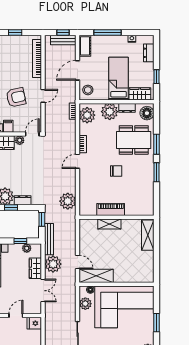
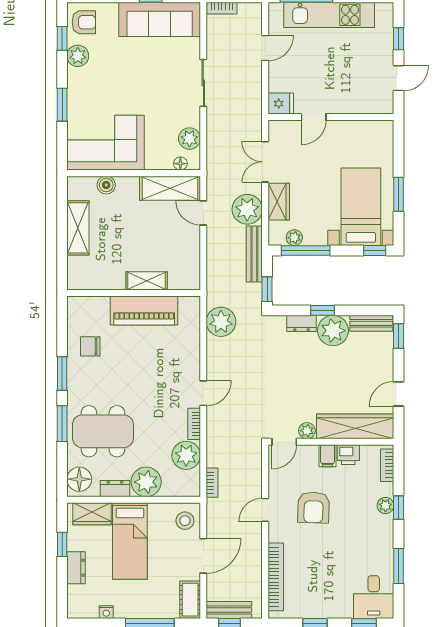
dresser: (149, 53) -> (76, 568), moved
armchair: (16, 97) -> (314, 507), turned -76
plant: (87, 115) -> (186, 455), moved
chair: (116, 171) -> (90, 346), moved
piano: (111, 209) -> (144, 310), width x1.37, depth x1.33
shelving: (148, 235) -> (78, 228), moved
window: (20, 241) -> (306, 250), width x2.17
boiler: (132, 278) -> (106, 185), added
corner sofa: (124, 307) -> (106, 143), width x0.73, depth x0.74

